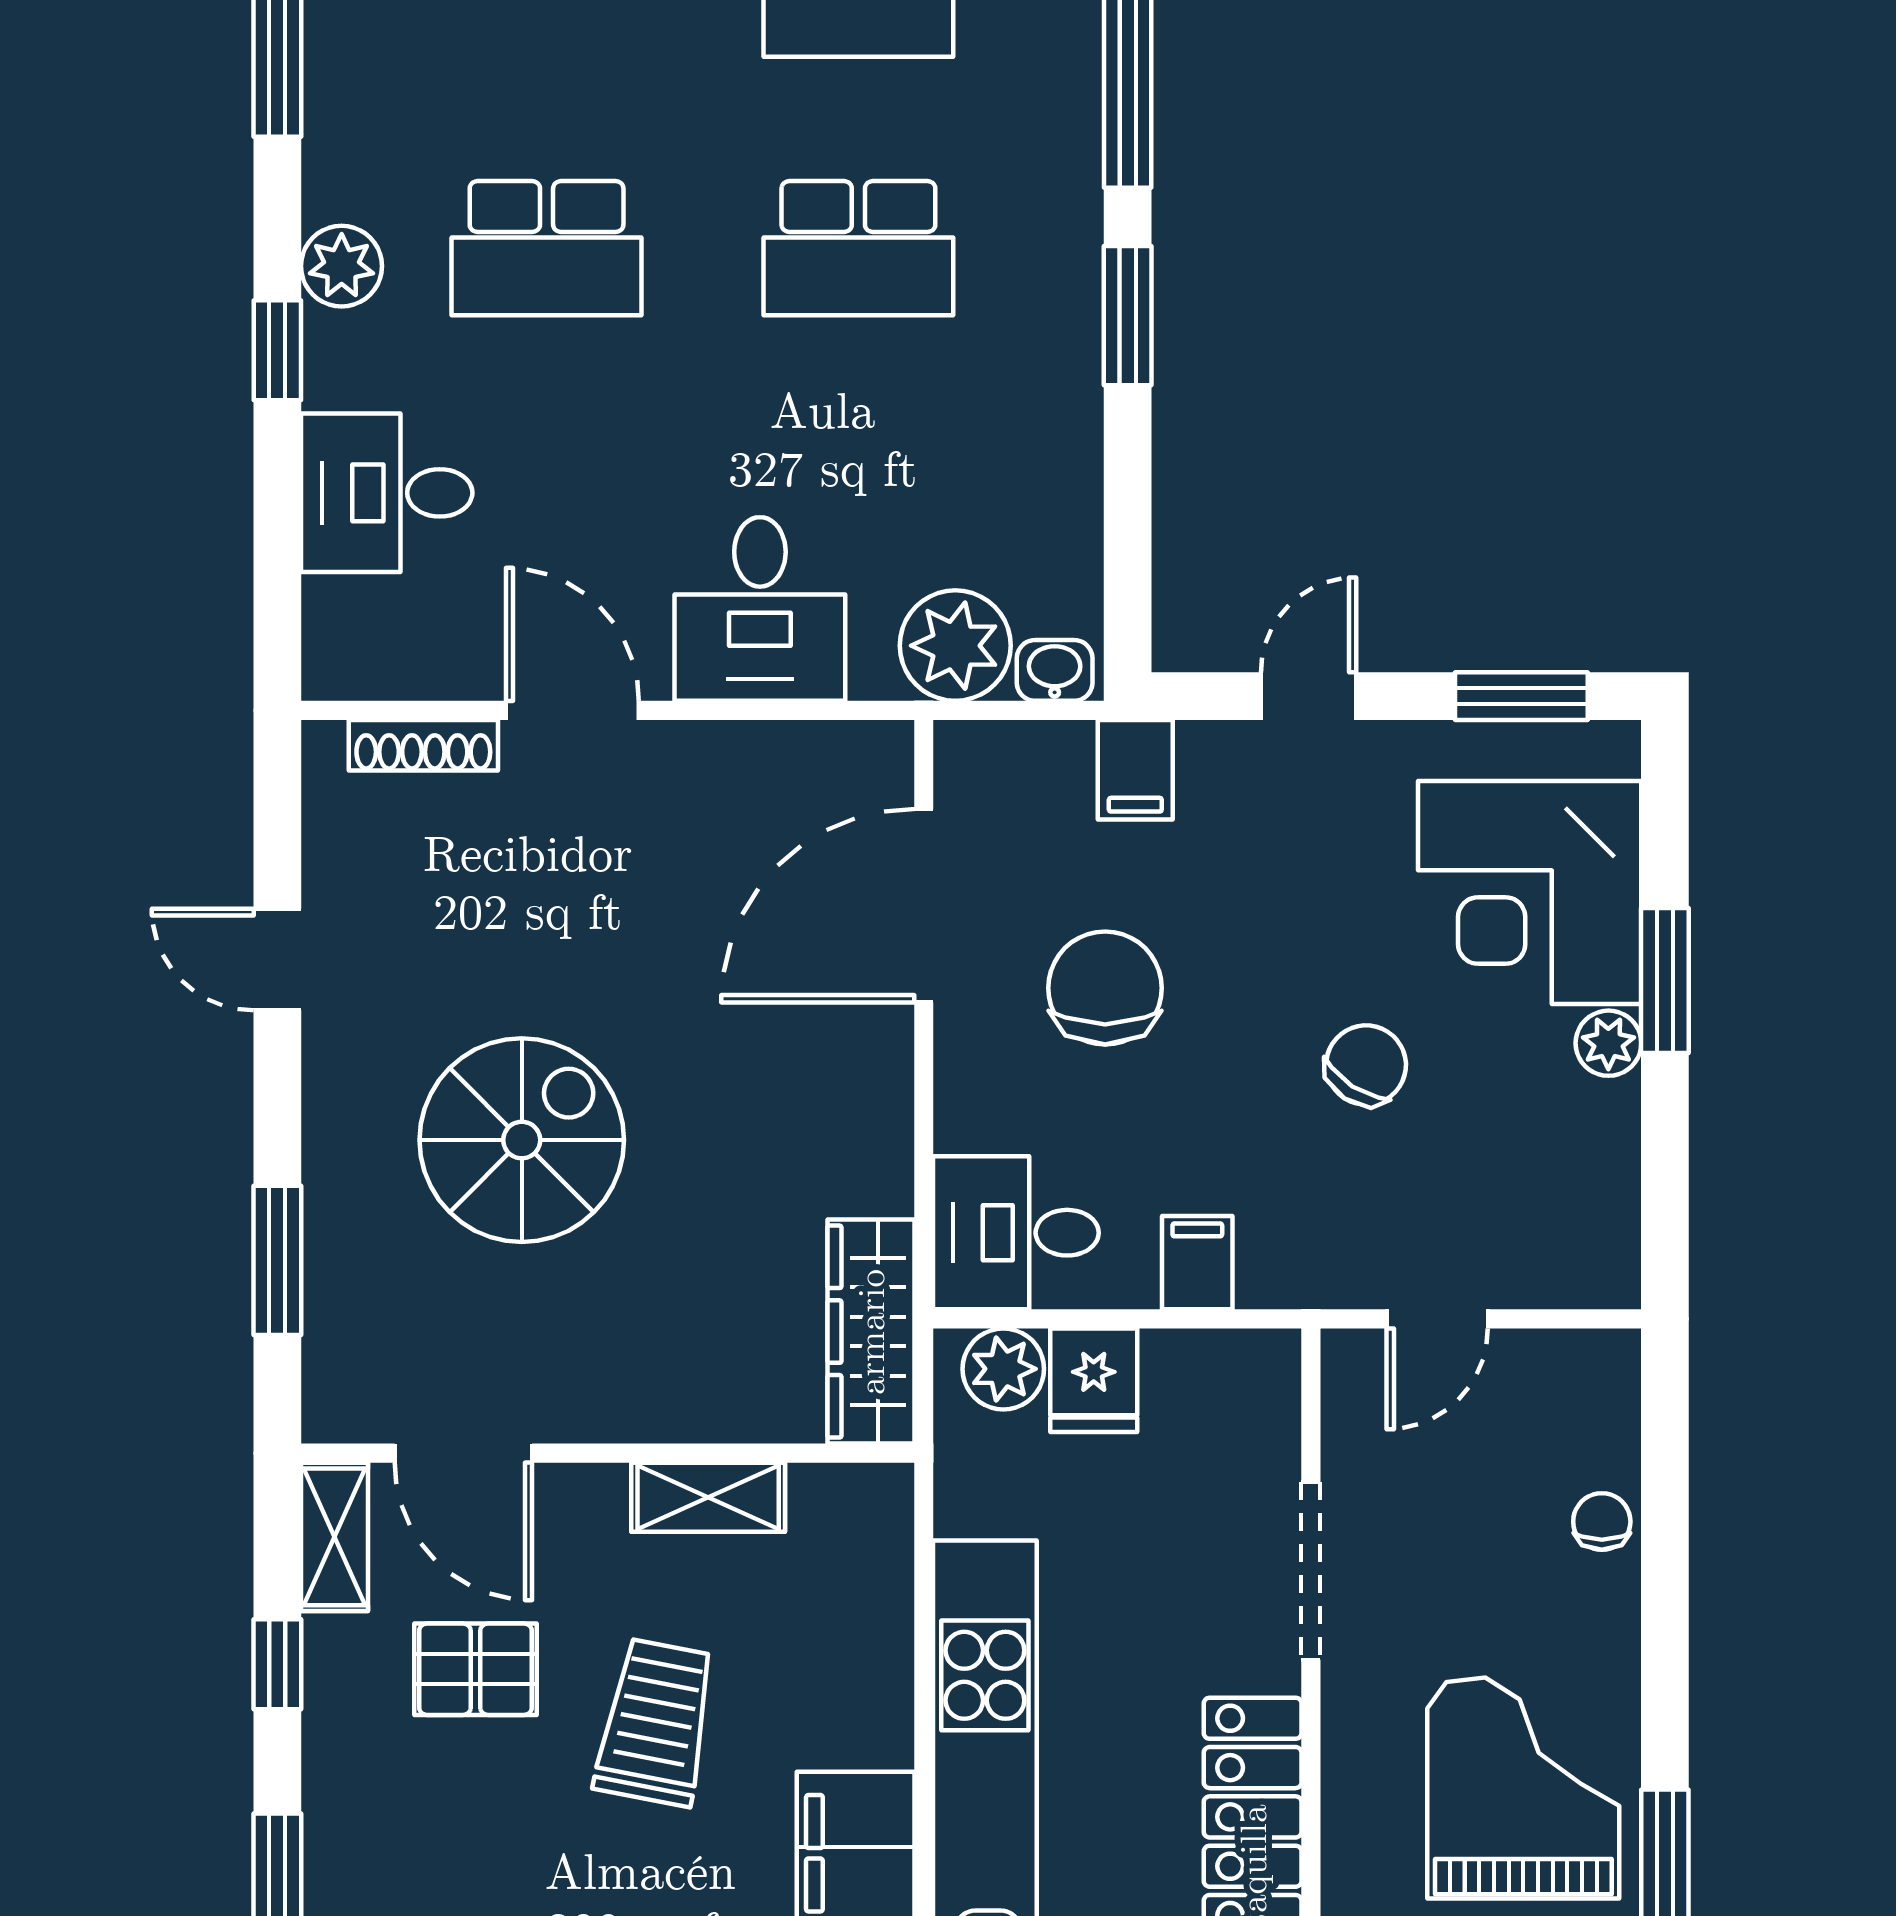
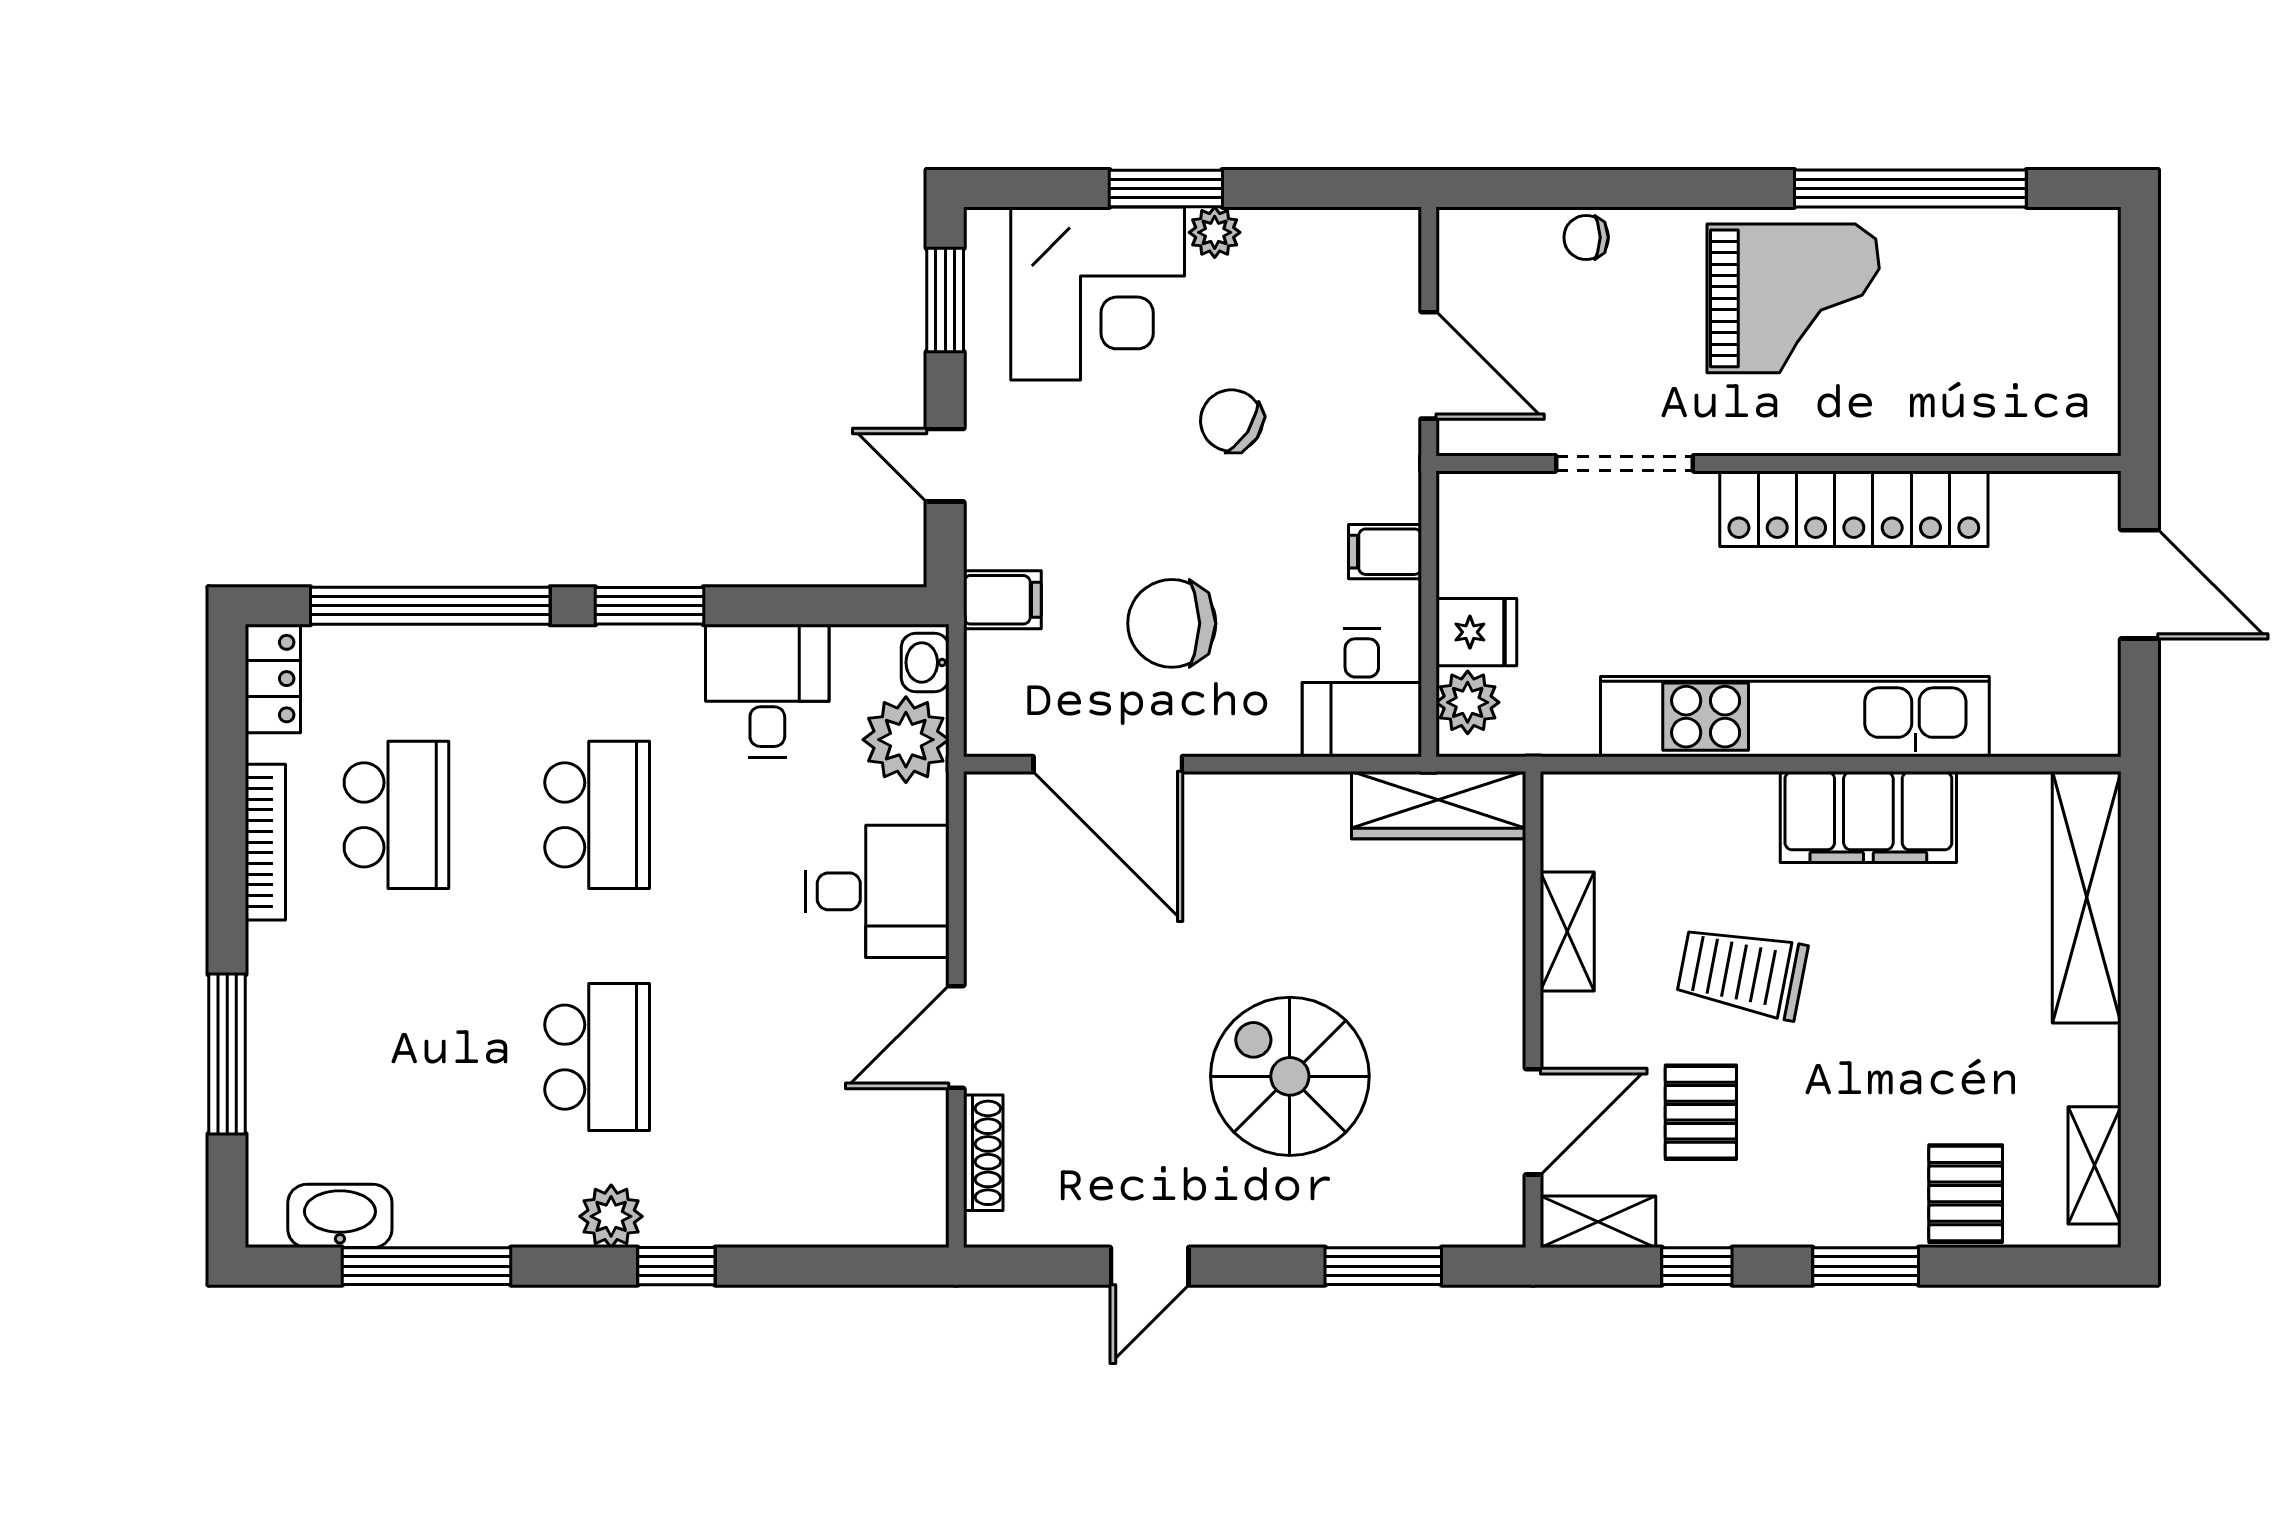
desk: (387, 493) -> (767, 691), moved, turned 180
door: (1437, 1319) -> (1429, 365), width x1.38
grand piano: (1523, 1788) -> (1793, 298), turned 180

